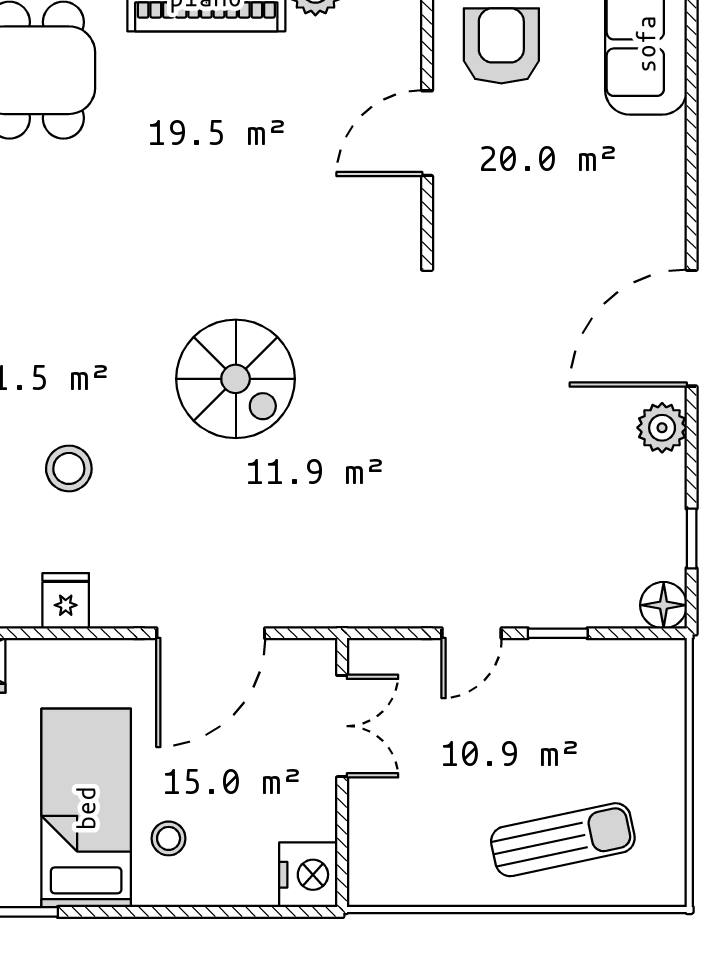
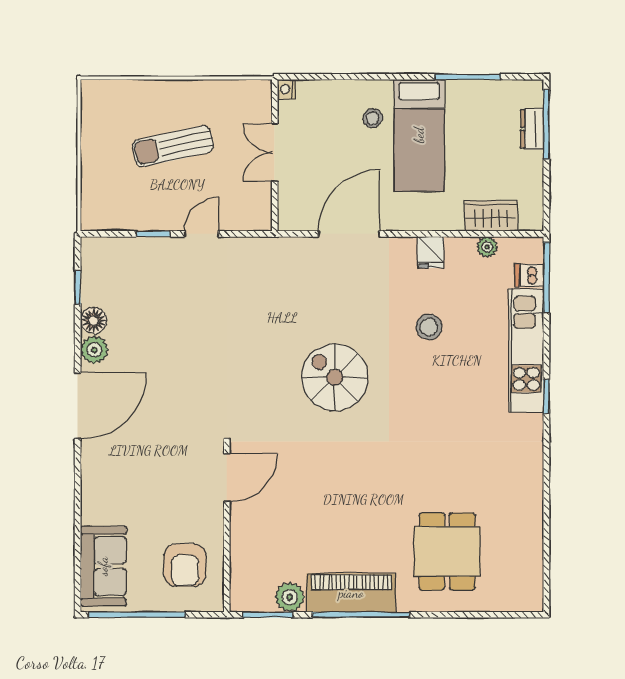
door: (427, 133) -> (227, 478), moved
floor lamp: (664, 605) -> (93, 320), moved
double door: (342, 726) -> (275, 153), moved
sun lounger: (563, 840) -> (173, 146), moved
nightstand: (308, 875) -> (287, 89), width x0.53, depth x0.56

